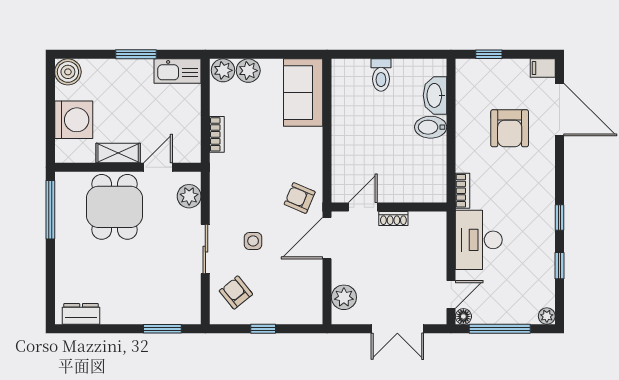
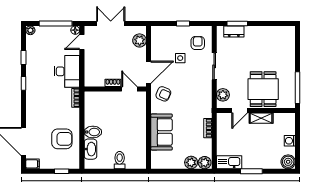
sofa: (303, 93) -> (162, 132), moved
washing machine: (74, 120) -> (290, 141), width x0.53, depth x0.53
armchair: (510, 128) -> (62, 139), moved, turned 90
door: (363, 207) -> (129, 89), swing flipped
side table: (253, 241) -> (180, 58), moved
armchair: (236, 293) -> (198, 43), turned -141
dresser: (81, 314) -> (234, 31), moved

